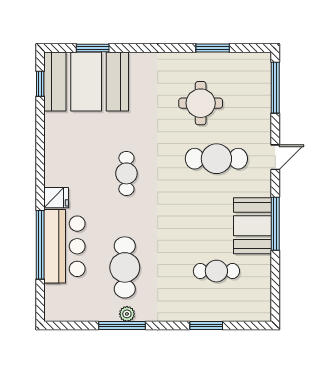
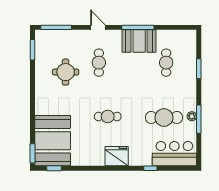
window: (93, 48) -> (33, 153), moved
window: (213, 48) -> (33, 50), moved
cafe table: (216, 159) -> (99, 63), width x0.73, depth x0.74
fridge: (56, 198) -> (117, 156), width x1.88, depth x1.34
window: (40, 245) -> (150, 168), width x0.32
bar counter: (64, 246) -> (174, 154), moved

